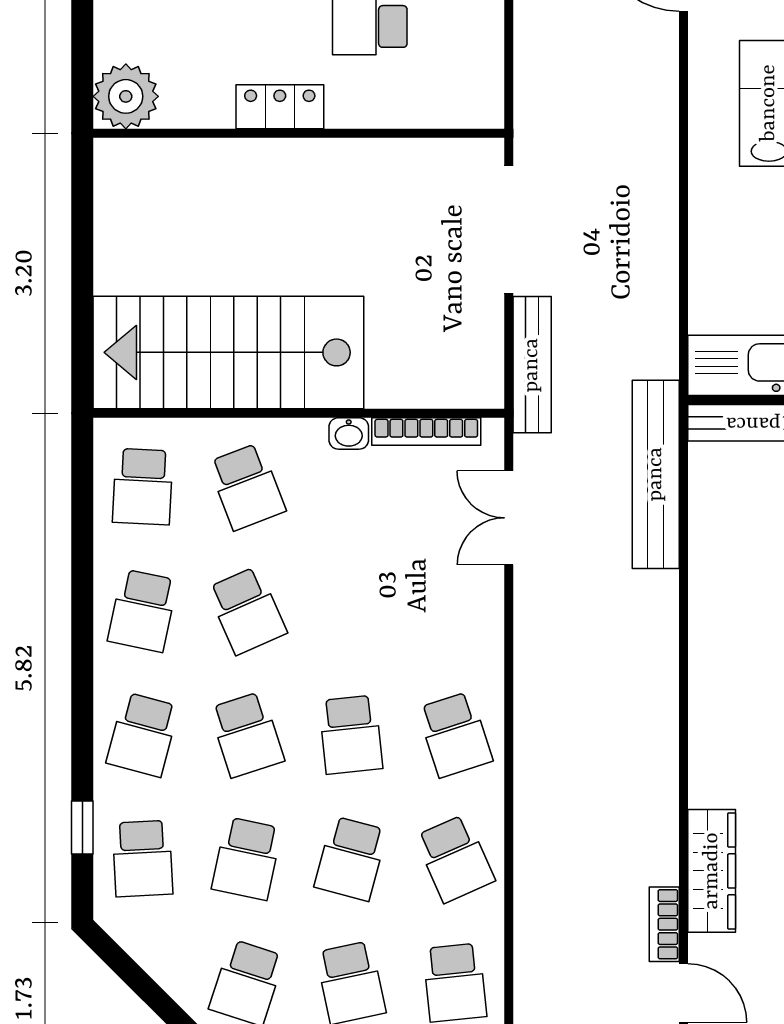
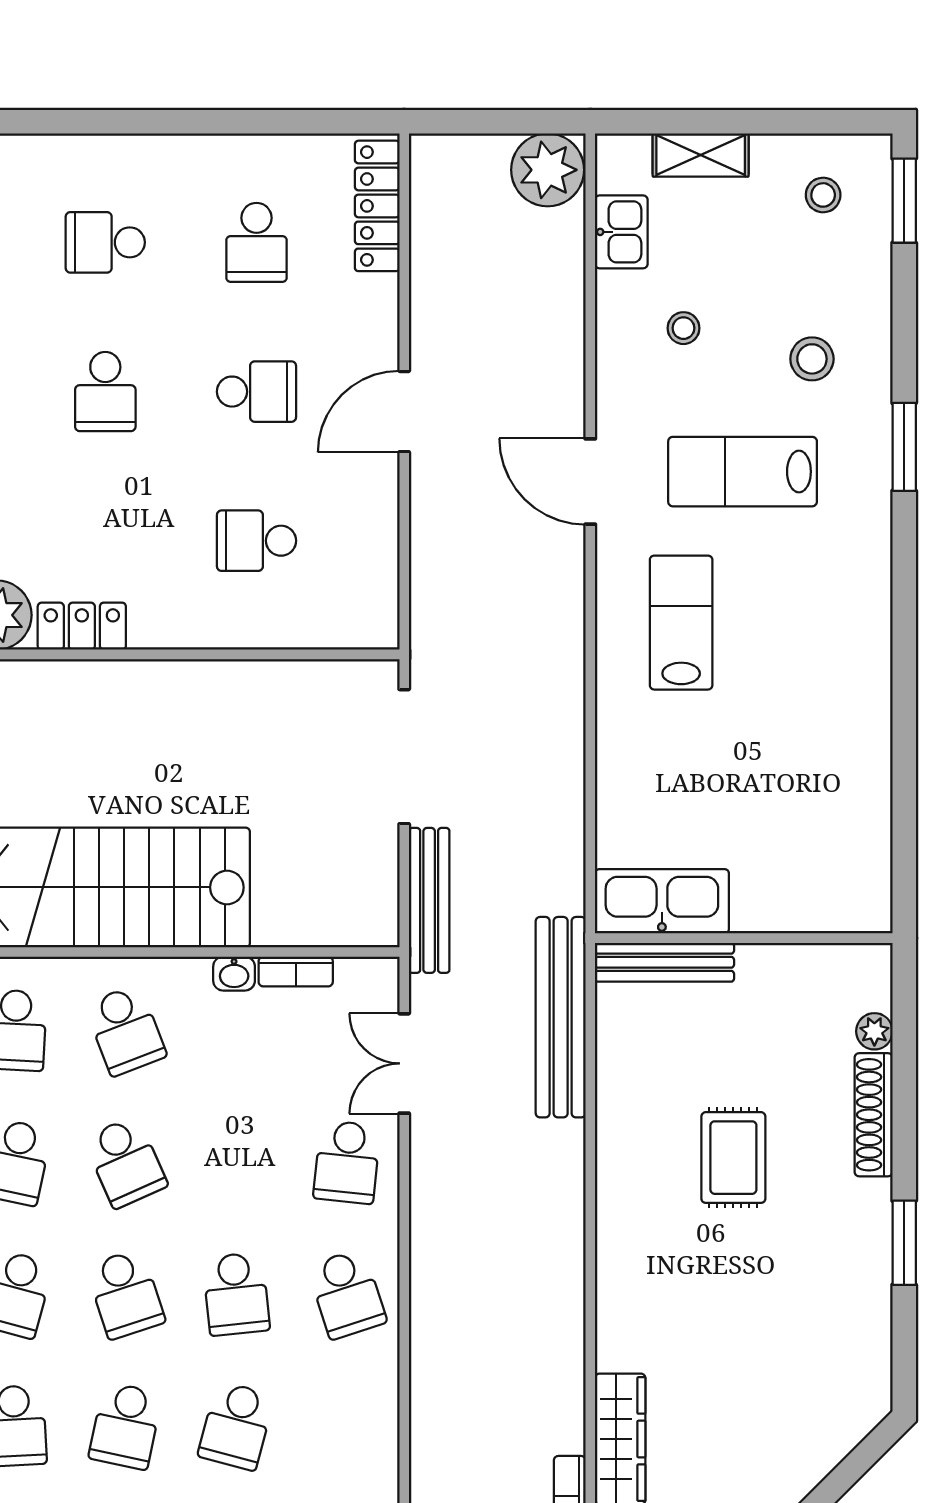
locker: (280, 107) -> (82, 626), moved
bookcase: (426, 431) -> (296, 972), width x0.64
school desk: (455, 859) -> (347, 1162), moved, turned 30

